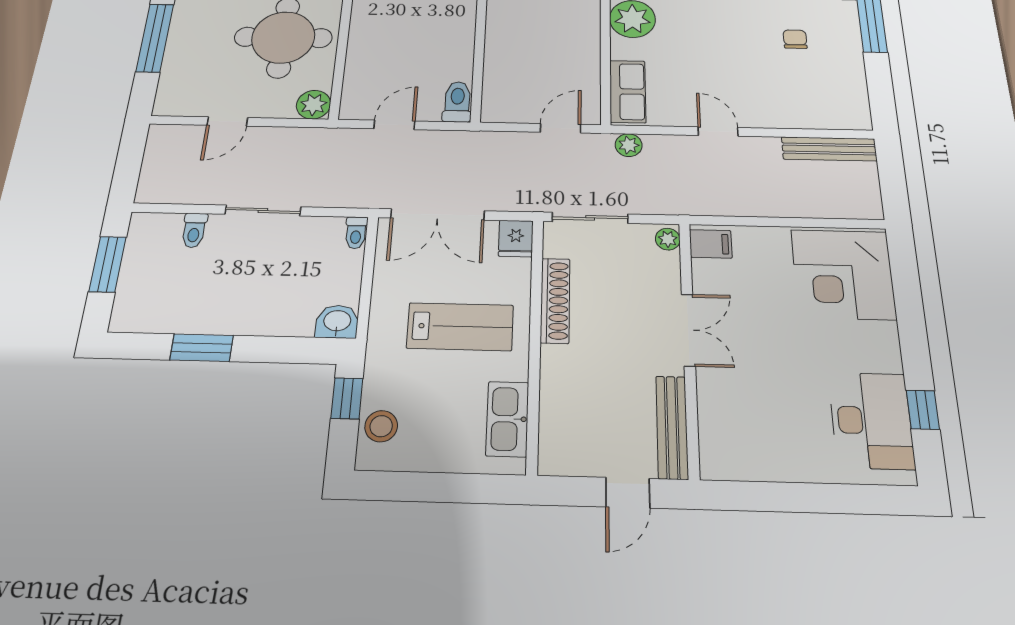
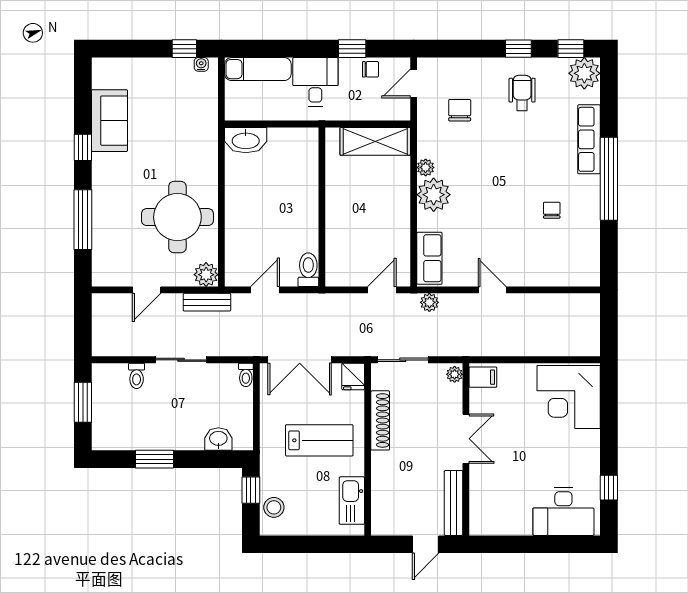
bench: (829, 149) -> (207, 302), moved, width x0.73
washbasin: (337, 322) -> (218, 439), moved
desk: (871, 420) -> (563, 512), moved, turned 90

